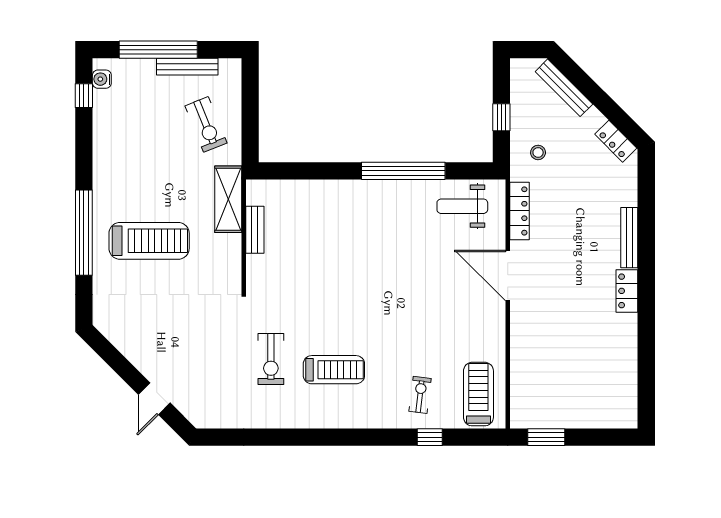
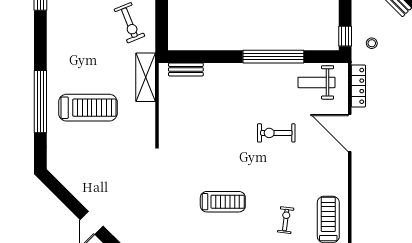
window: (501, 117) -> (345, 36), moved
bench: (255, 230) -> (186, 69), moved, turned 90
exercise bike: (271, 359) -> (276, 133), moved, turned 90

